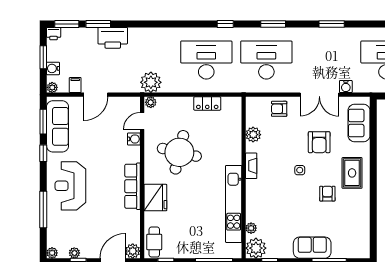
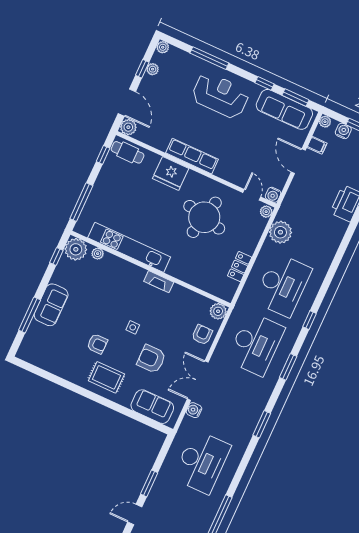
plant: (151, 82) -> (280, 232), moved
plant: (253, 135) -> (218, 311), moved
water cooler: (134, 139) -> (273, 195), moved

